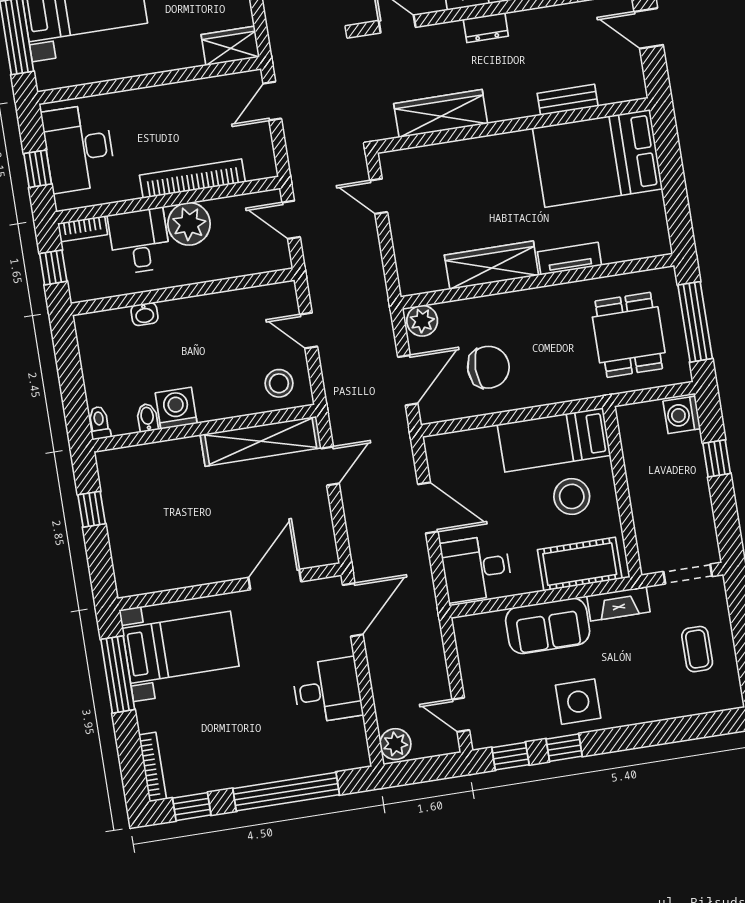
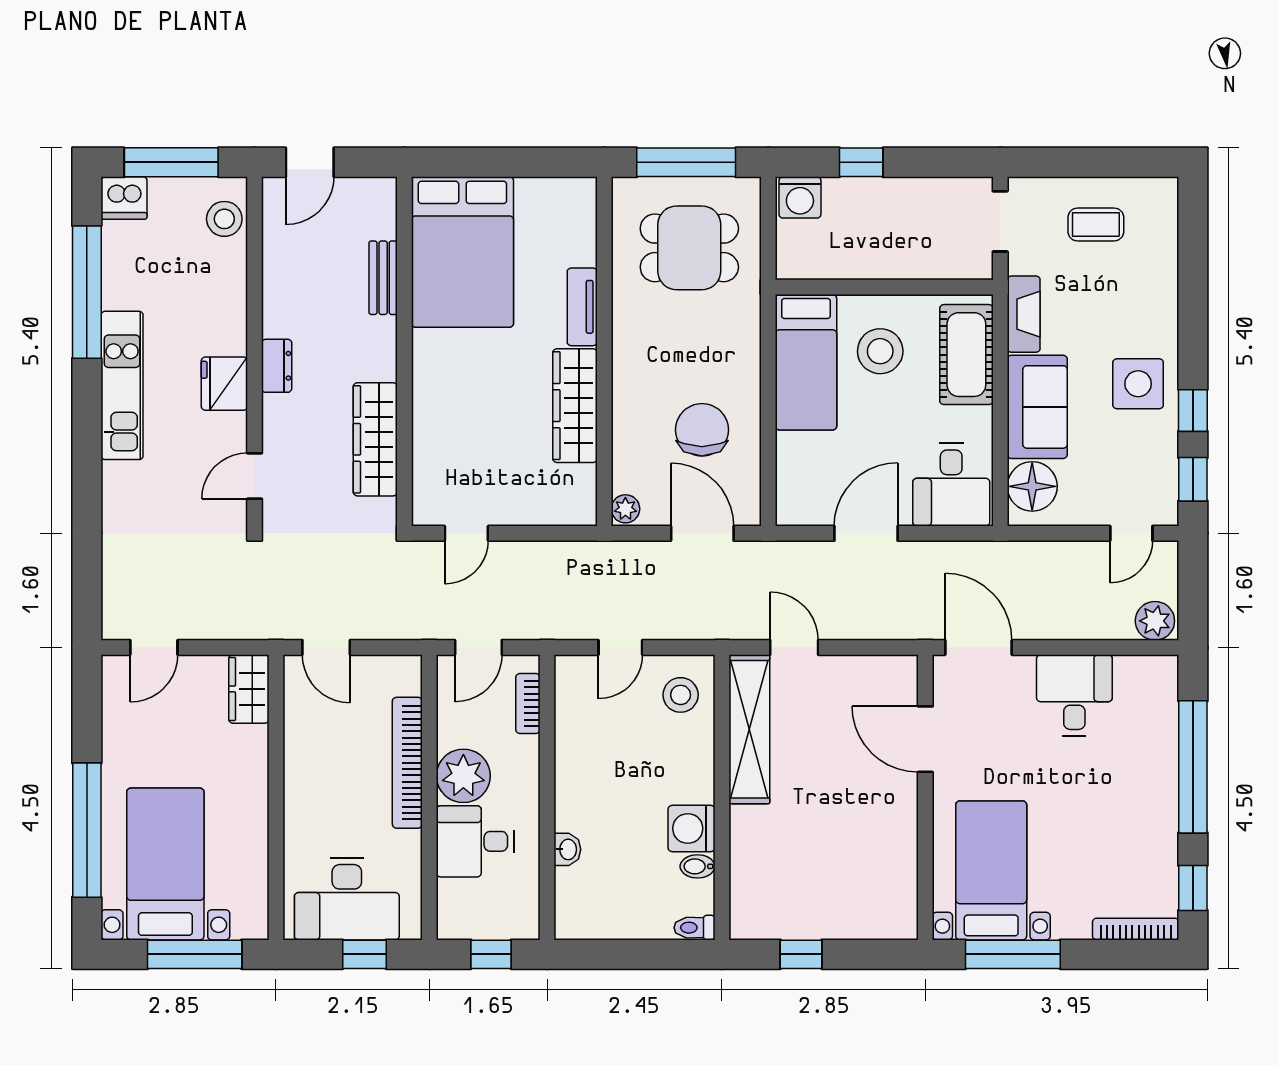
bookcase: (83, 229) -> (528, 703), moved, turned 180
plant: (422, 321) -> (625, 509), width x0.73, depth x0.73
floor lamp: (485, 632) -> (1032, 486), added

